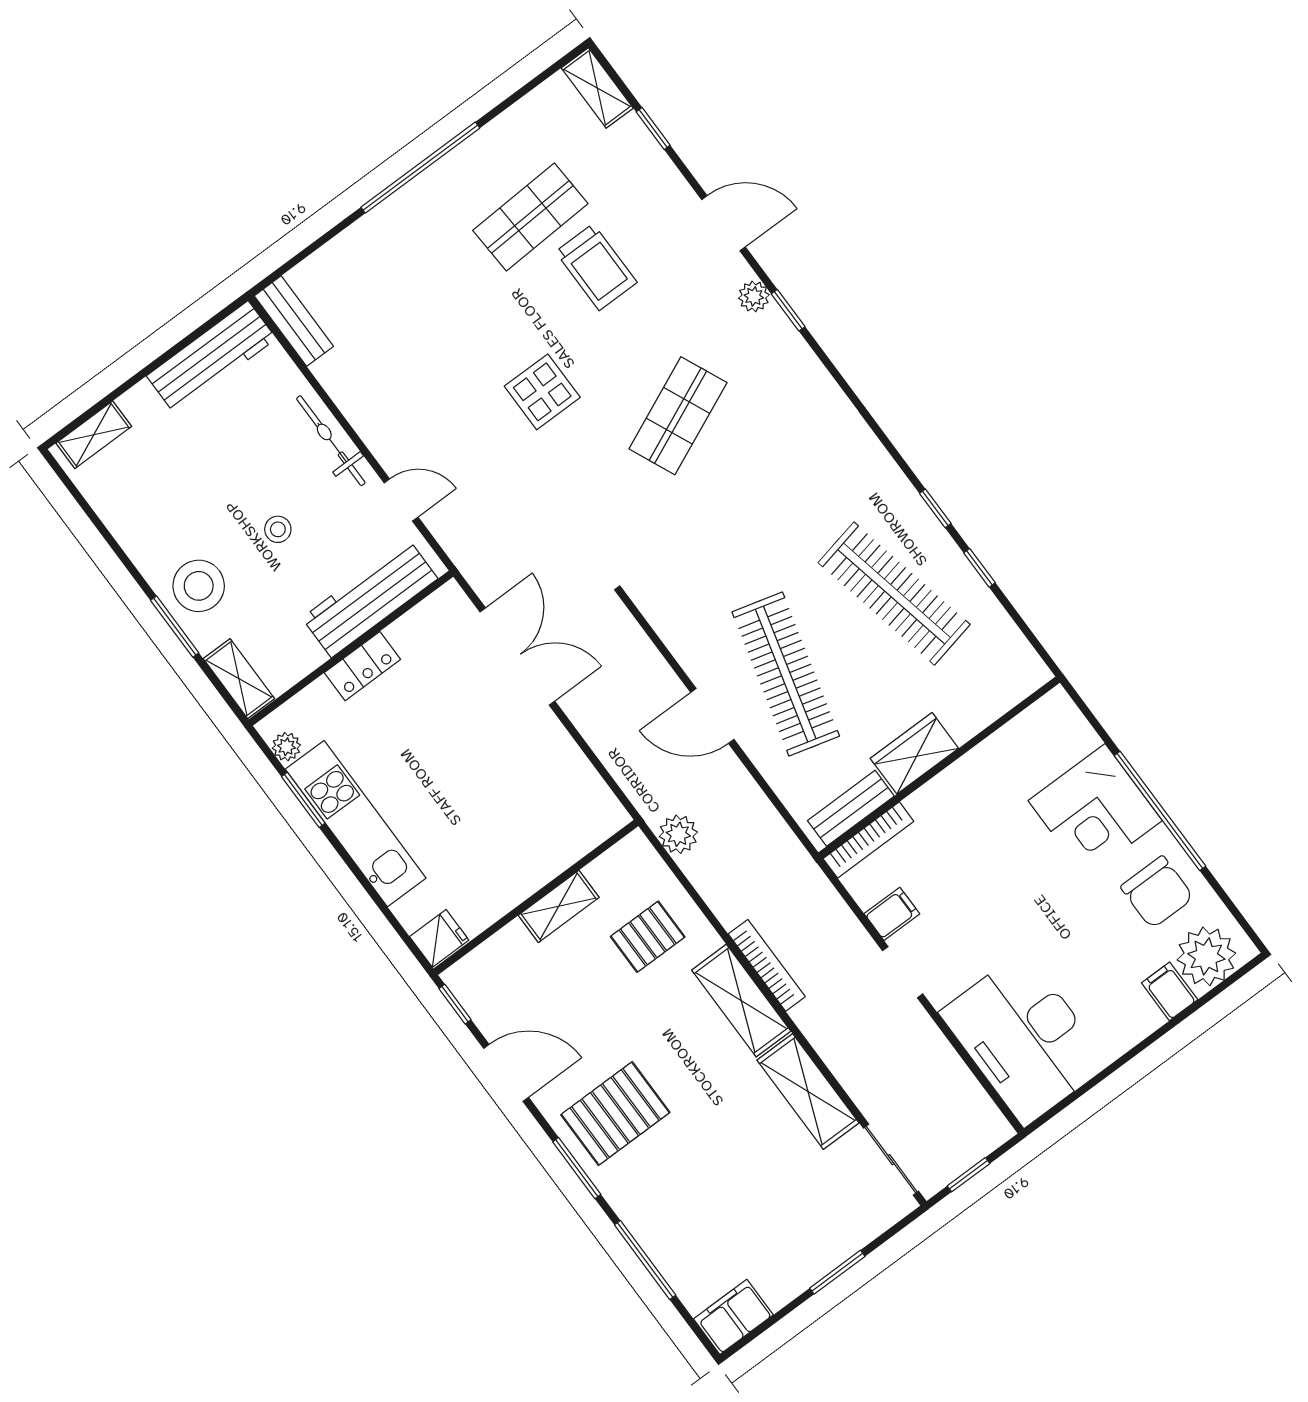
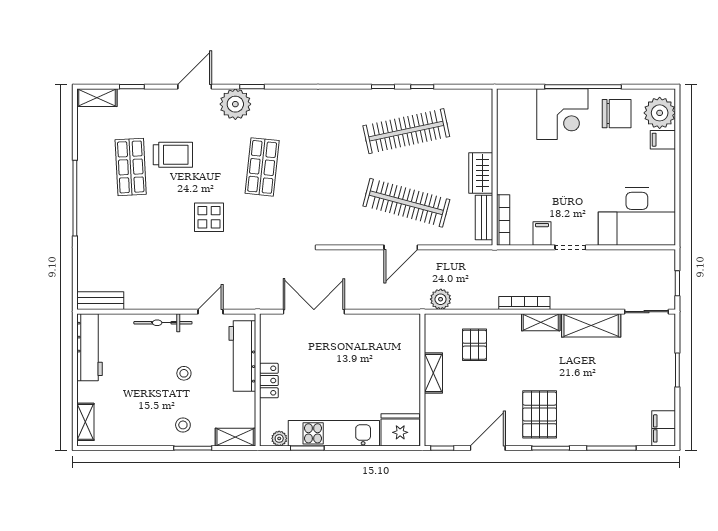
plant: (754, 296) -> (235, 104), width x1.88, depth x1.88
shop shelf: (678, 416) -> (262, 167), turned 30
stool: (199, 586) -> (183, 425), width x0.53, depth x0.53
fridge: (439, 938) -> (400, 430), width x1.88, depth x1.34
shelving: (741, 1001) -> (541, 322), width x0.67, depth x0.75

